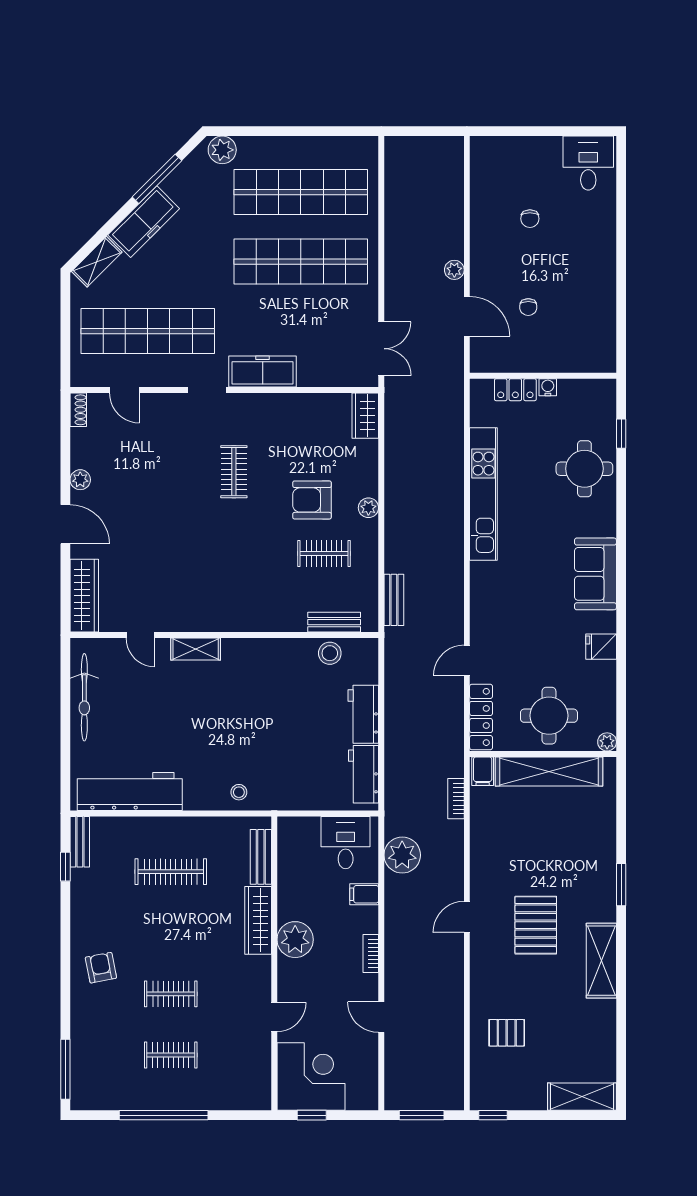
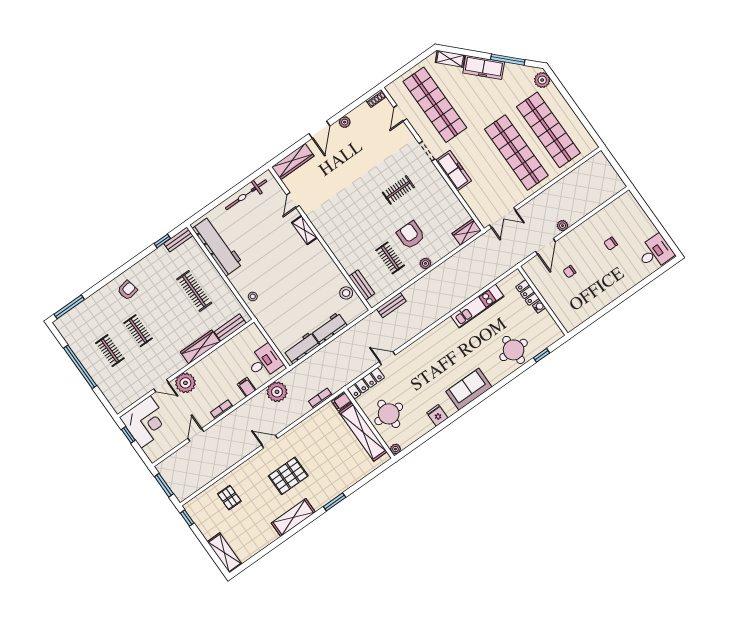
kitchen unit: (483, 494) -> (477, 306), width x0.73
plant: (295, 940) -> (185, 383), moved

